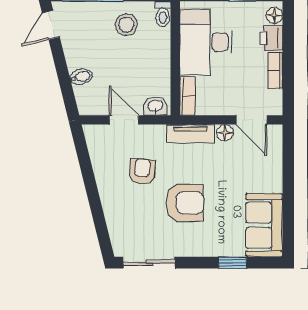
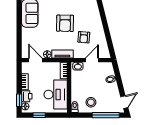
window: (288, 29) -> (19, 100), added
door: (124, 120) -> (92, 60), swing flipped
armchair: (185, 203) -> (65, 23), turned -89

